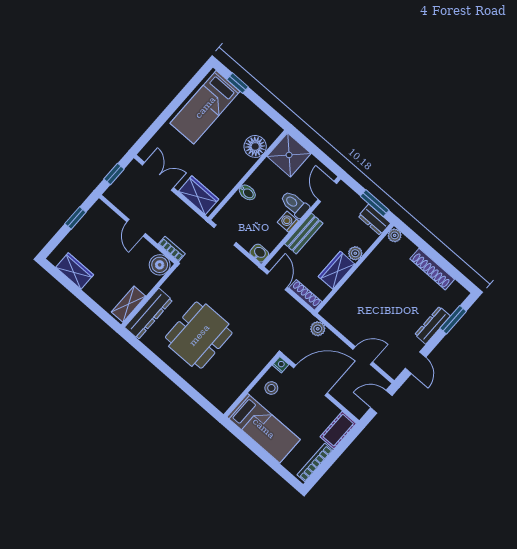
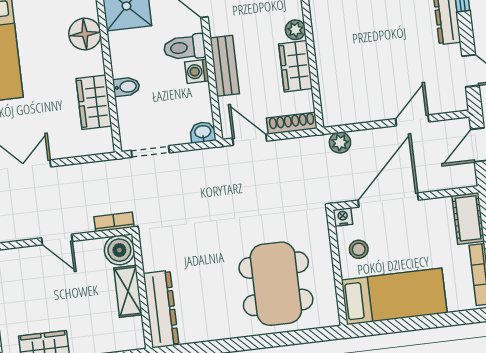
wardrobe: (199, 195) -> (94, 102), moved, turned -90
shelving: (129, 304) -> (128, 291), moved
dining table: (199, 335) -> (276, 284), moved

